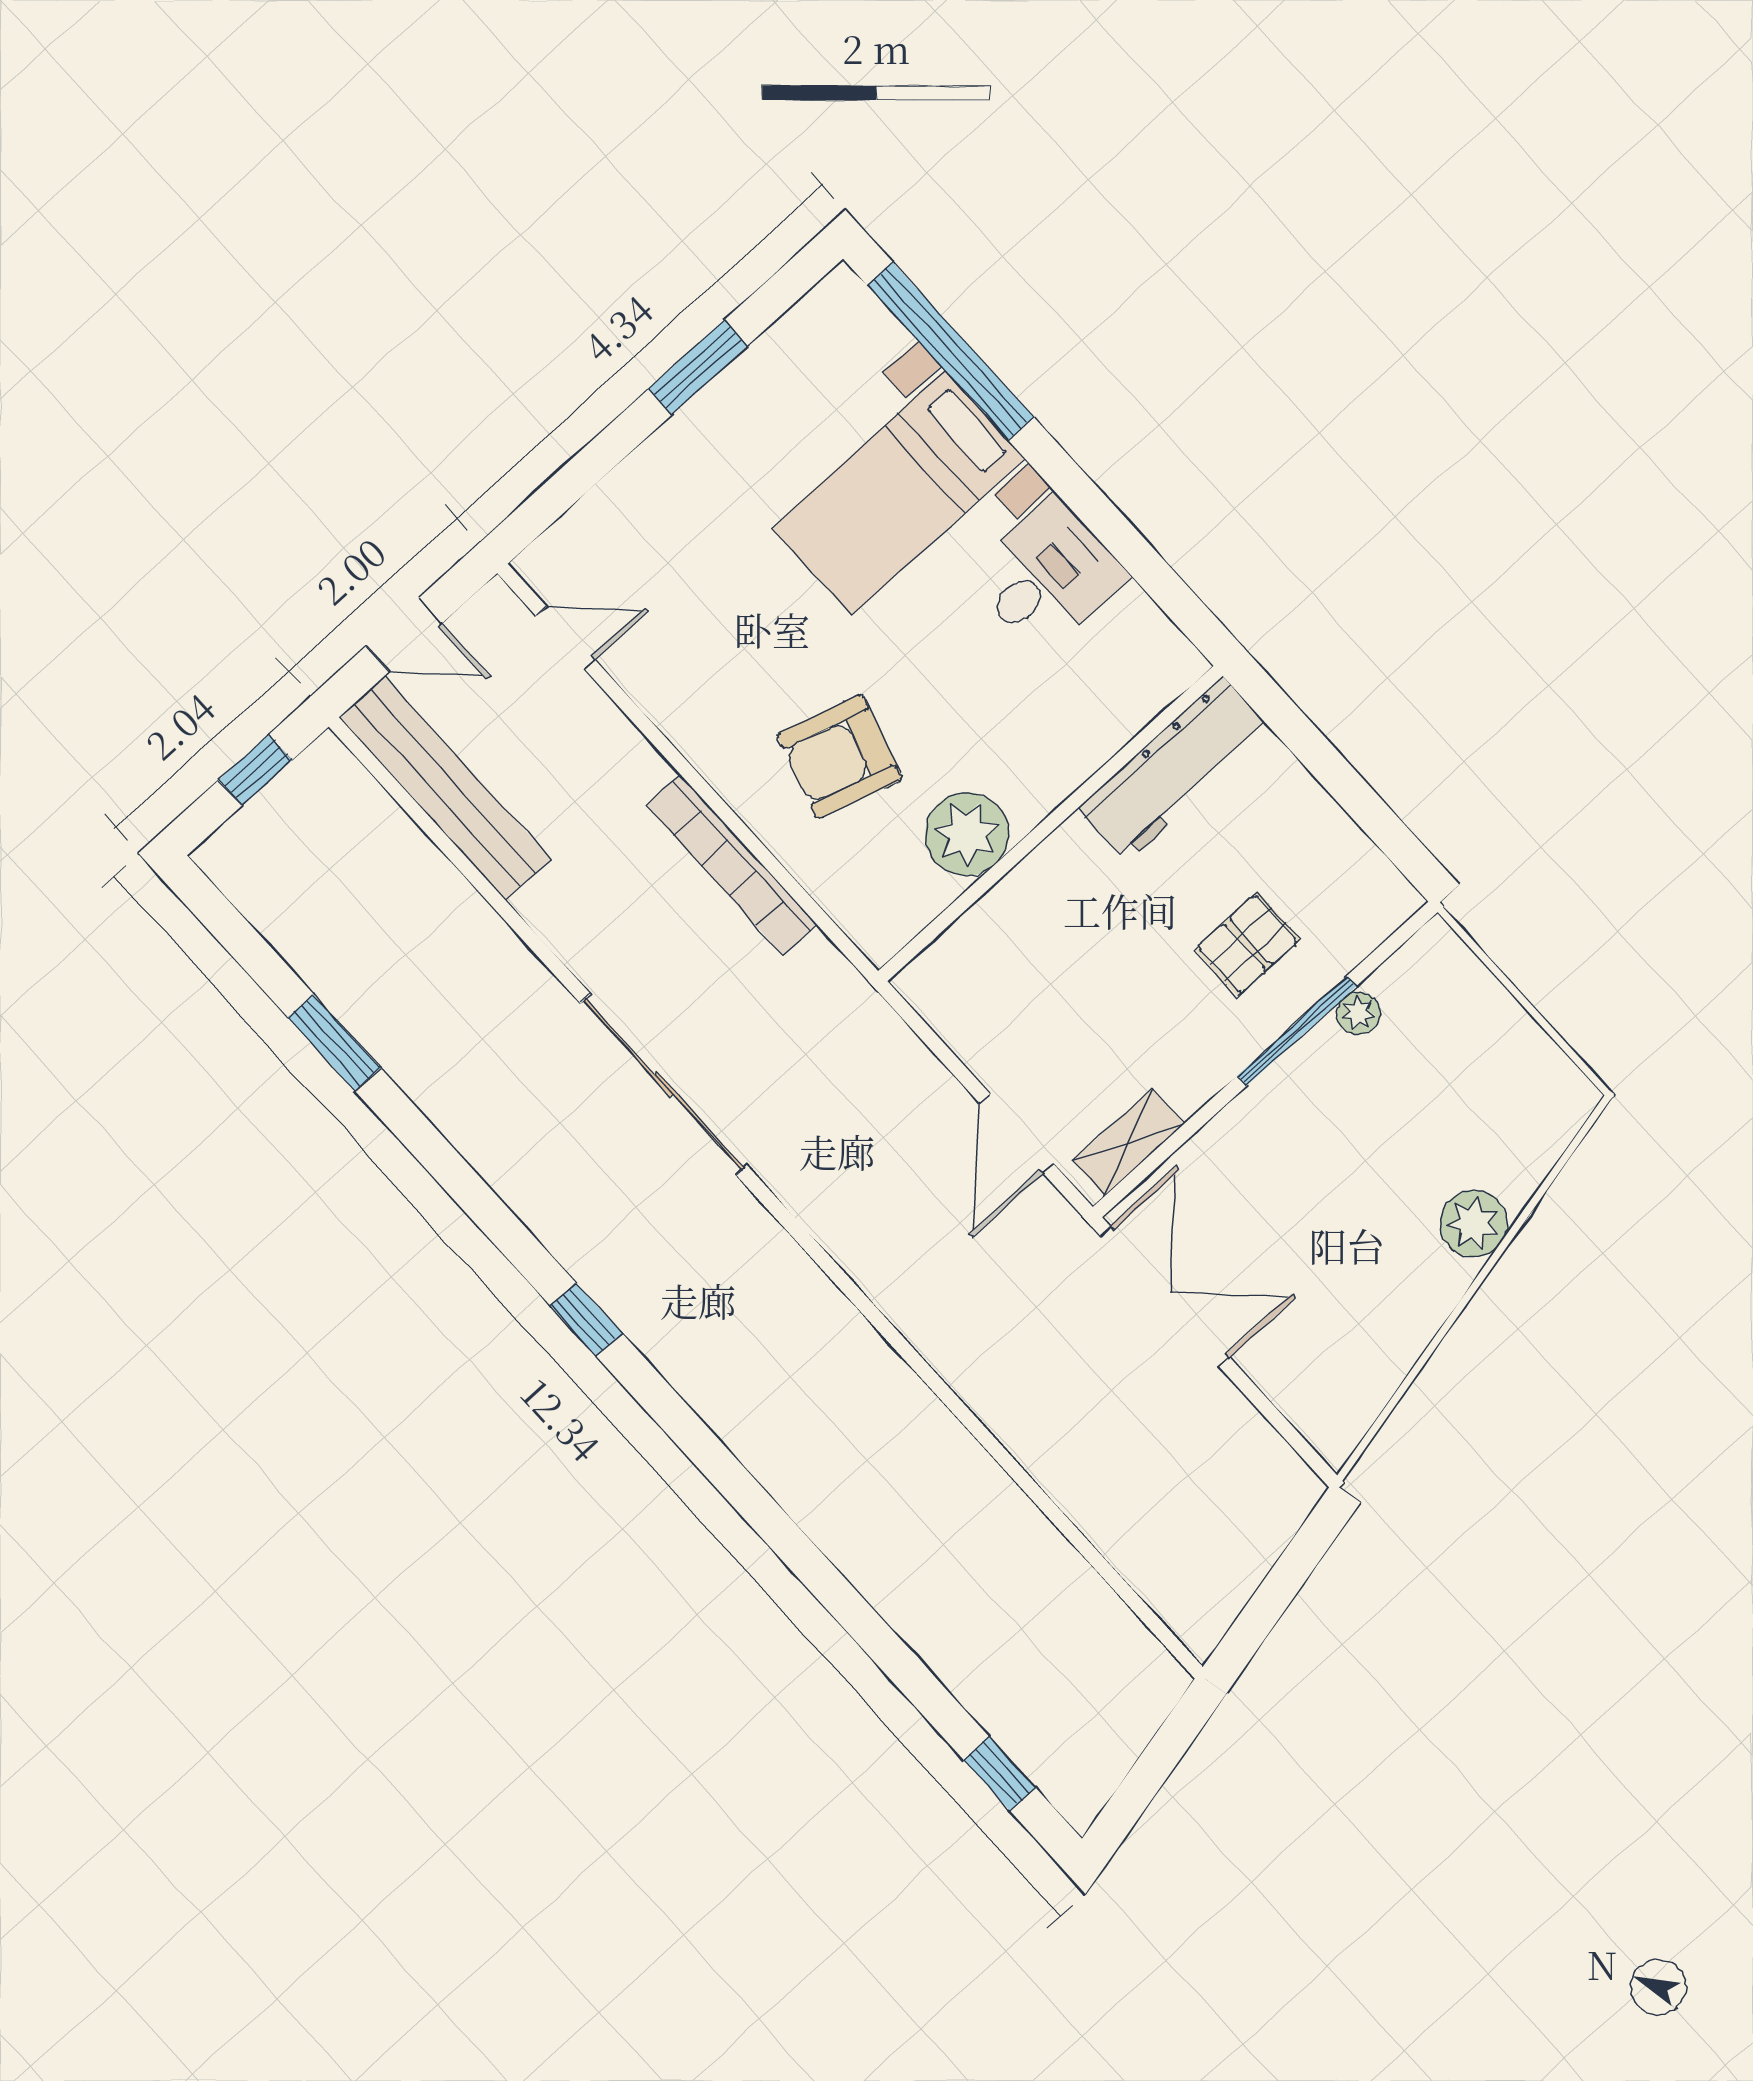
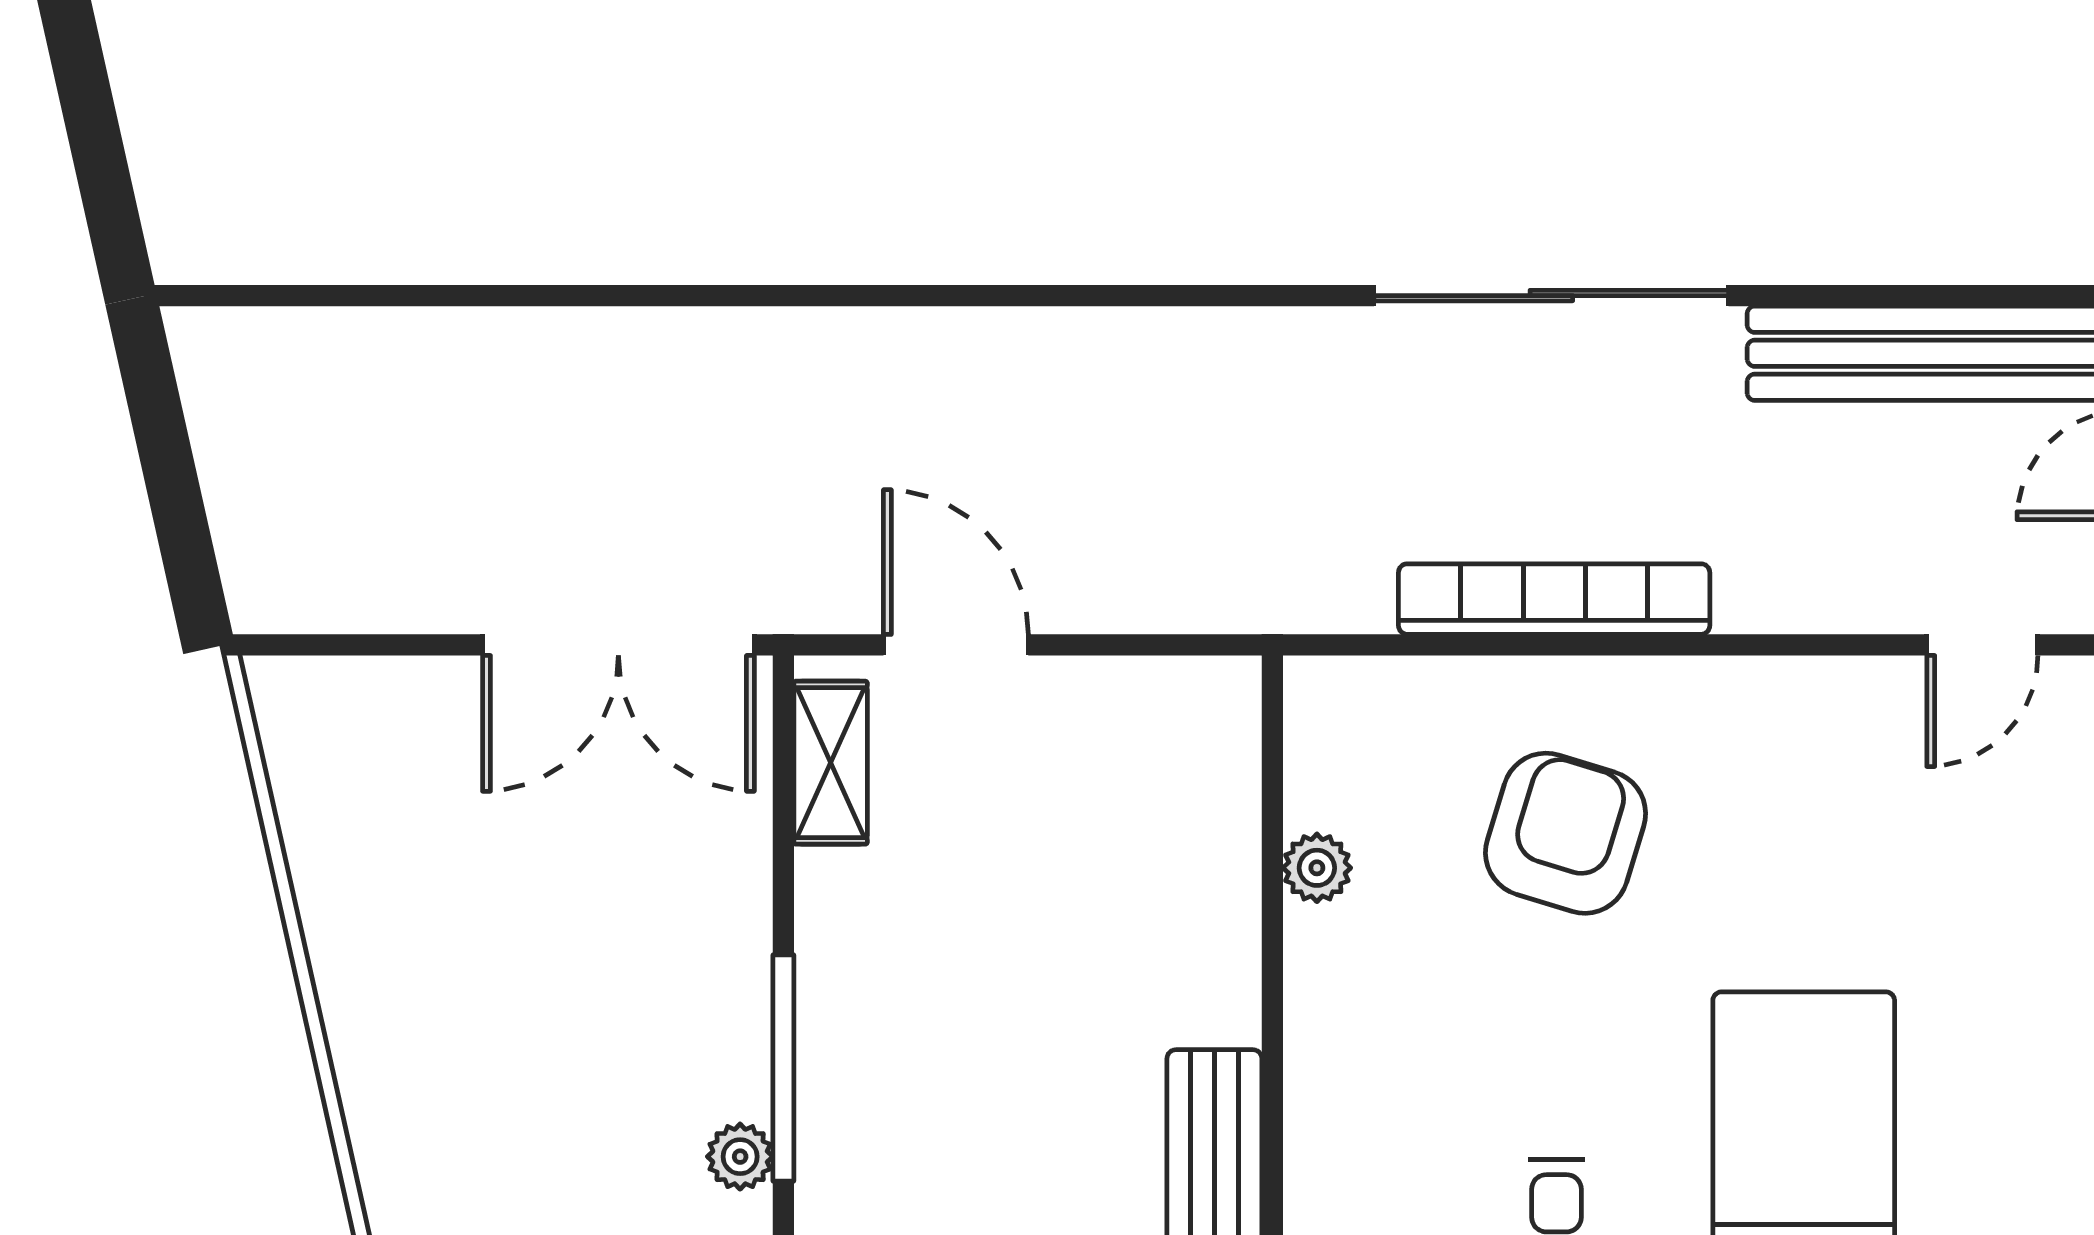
plant: (967, 834) -> (1317, 868), width x0.53, depth x0.53
pallet: (1248, 944) -> (932, 1102), removed
sliding door: (664, 1084) -> (1551, 296), moved
plant: (1474, 1224) -> (382, 1070), removed

